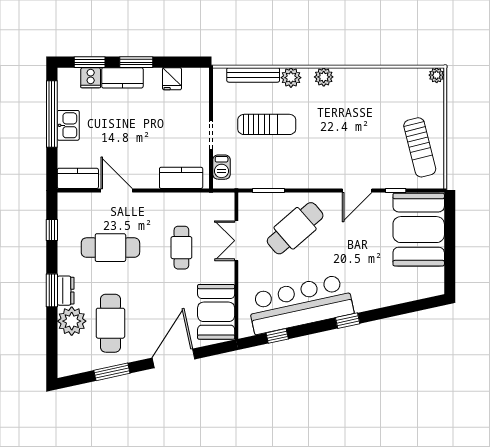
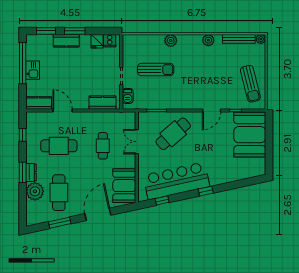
bench: (253, 75) -> (239, 39), moved
plant: (324, 77) -> (208, 40), moved
cooker: (91, 78) -> (110, 41), moved

